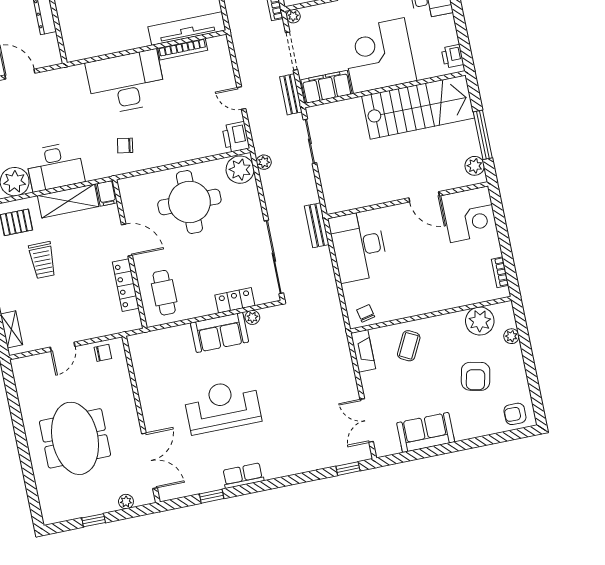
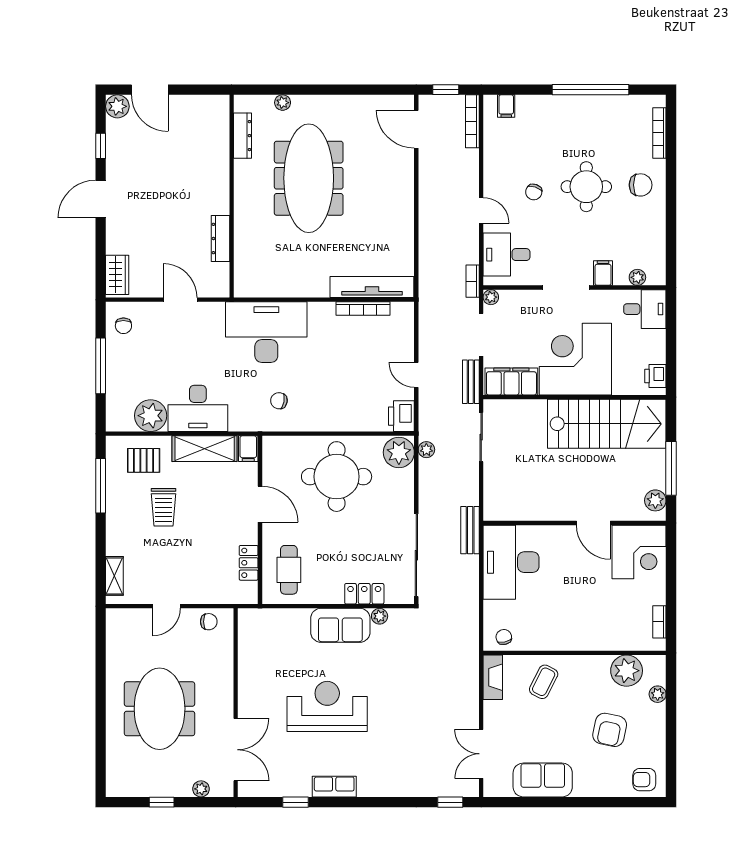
desk: (126, 82) -> (266, 332), moved
locker: (126, 285) -> (249, 563), width x0.66

